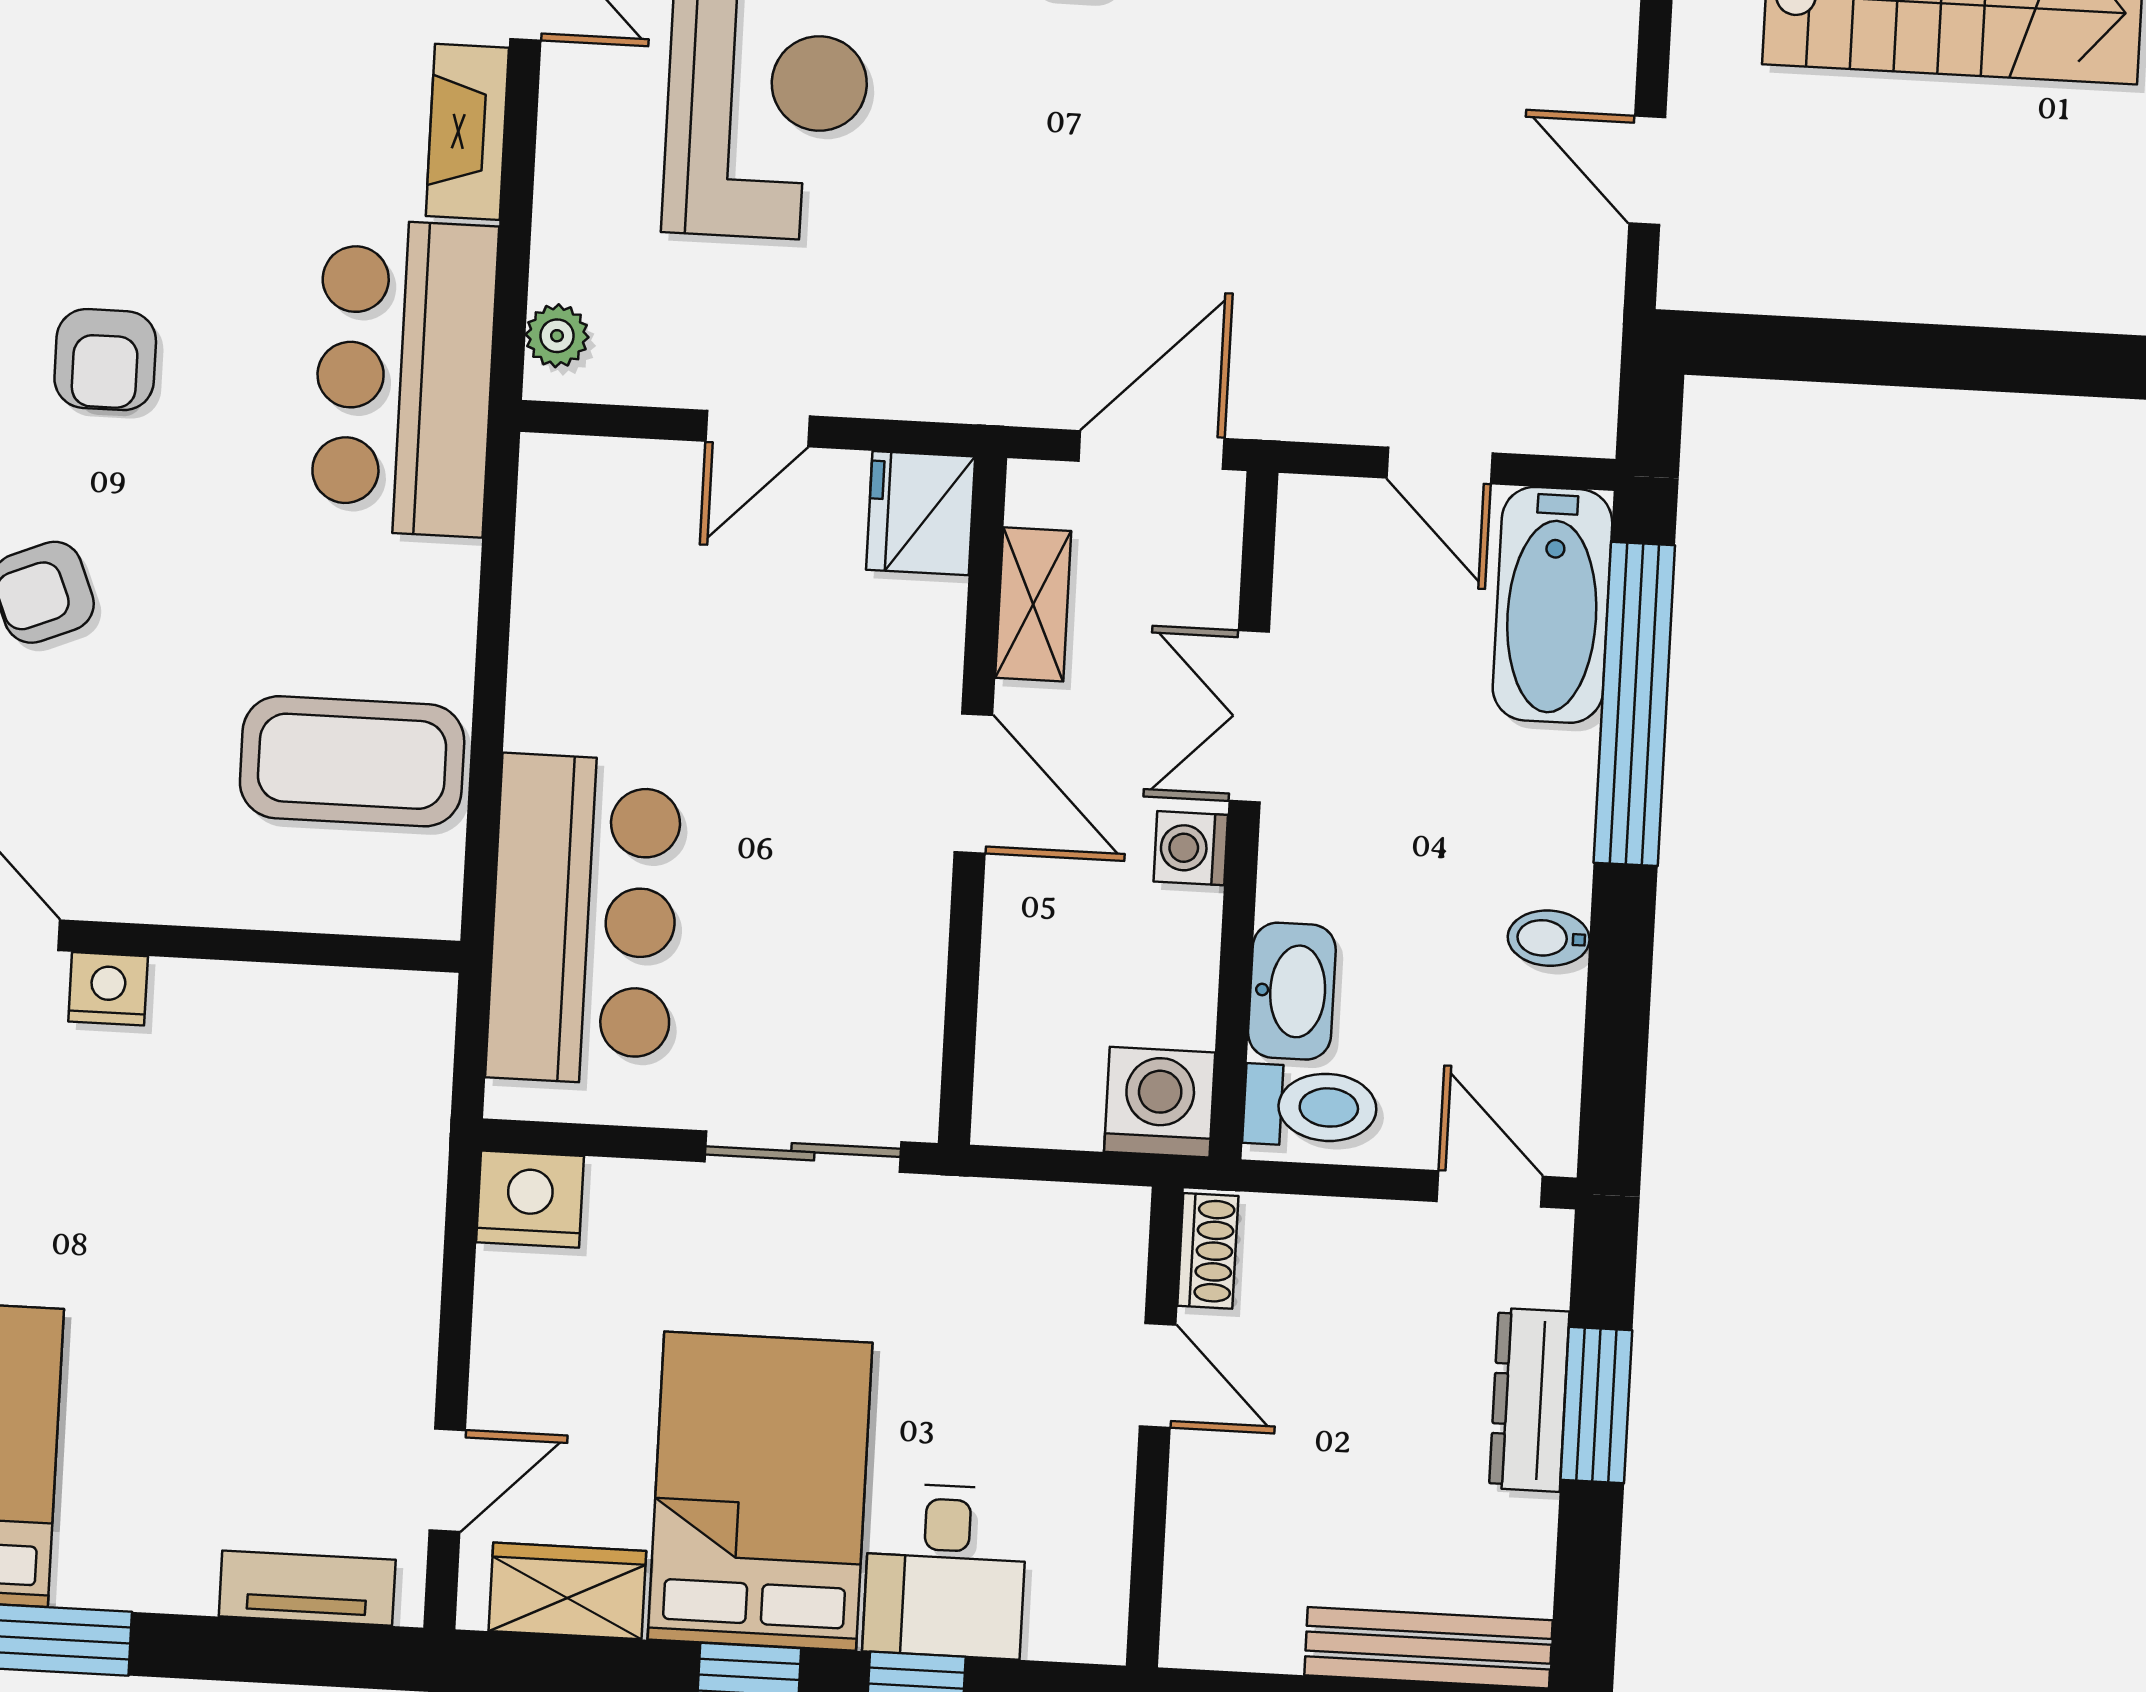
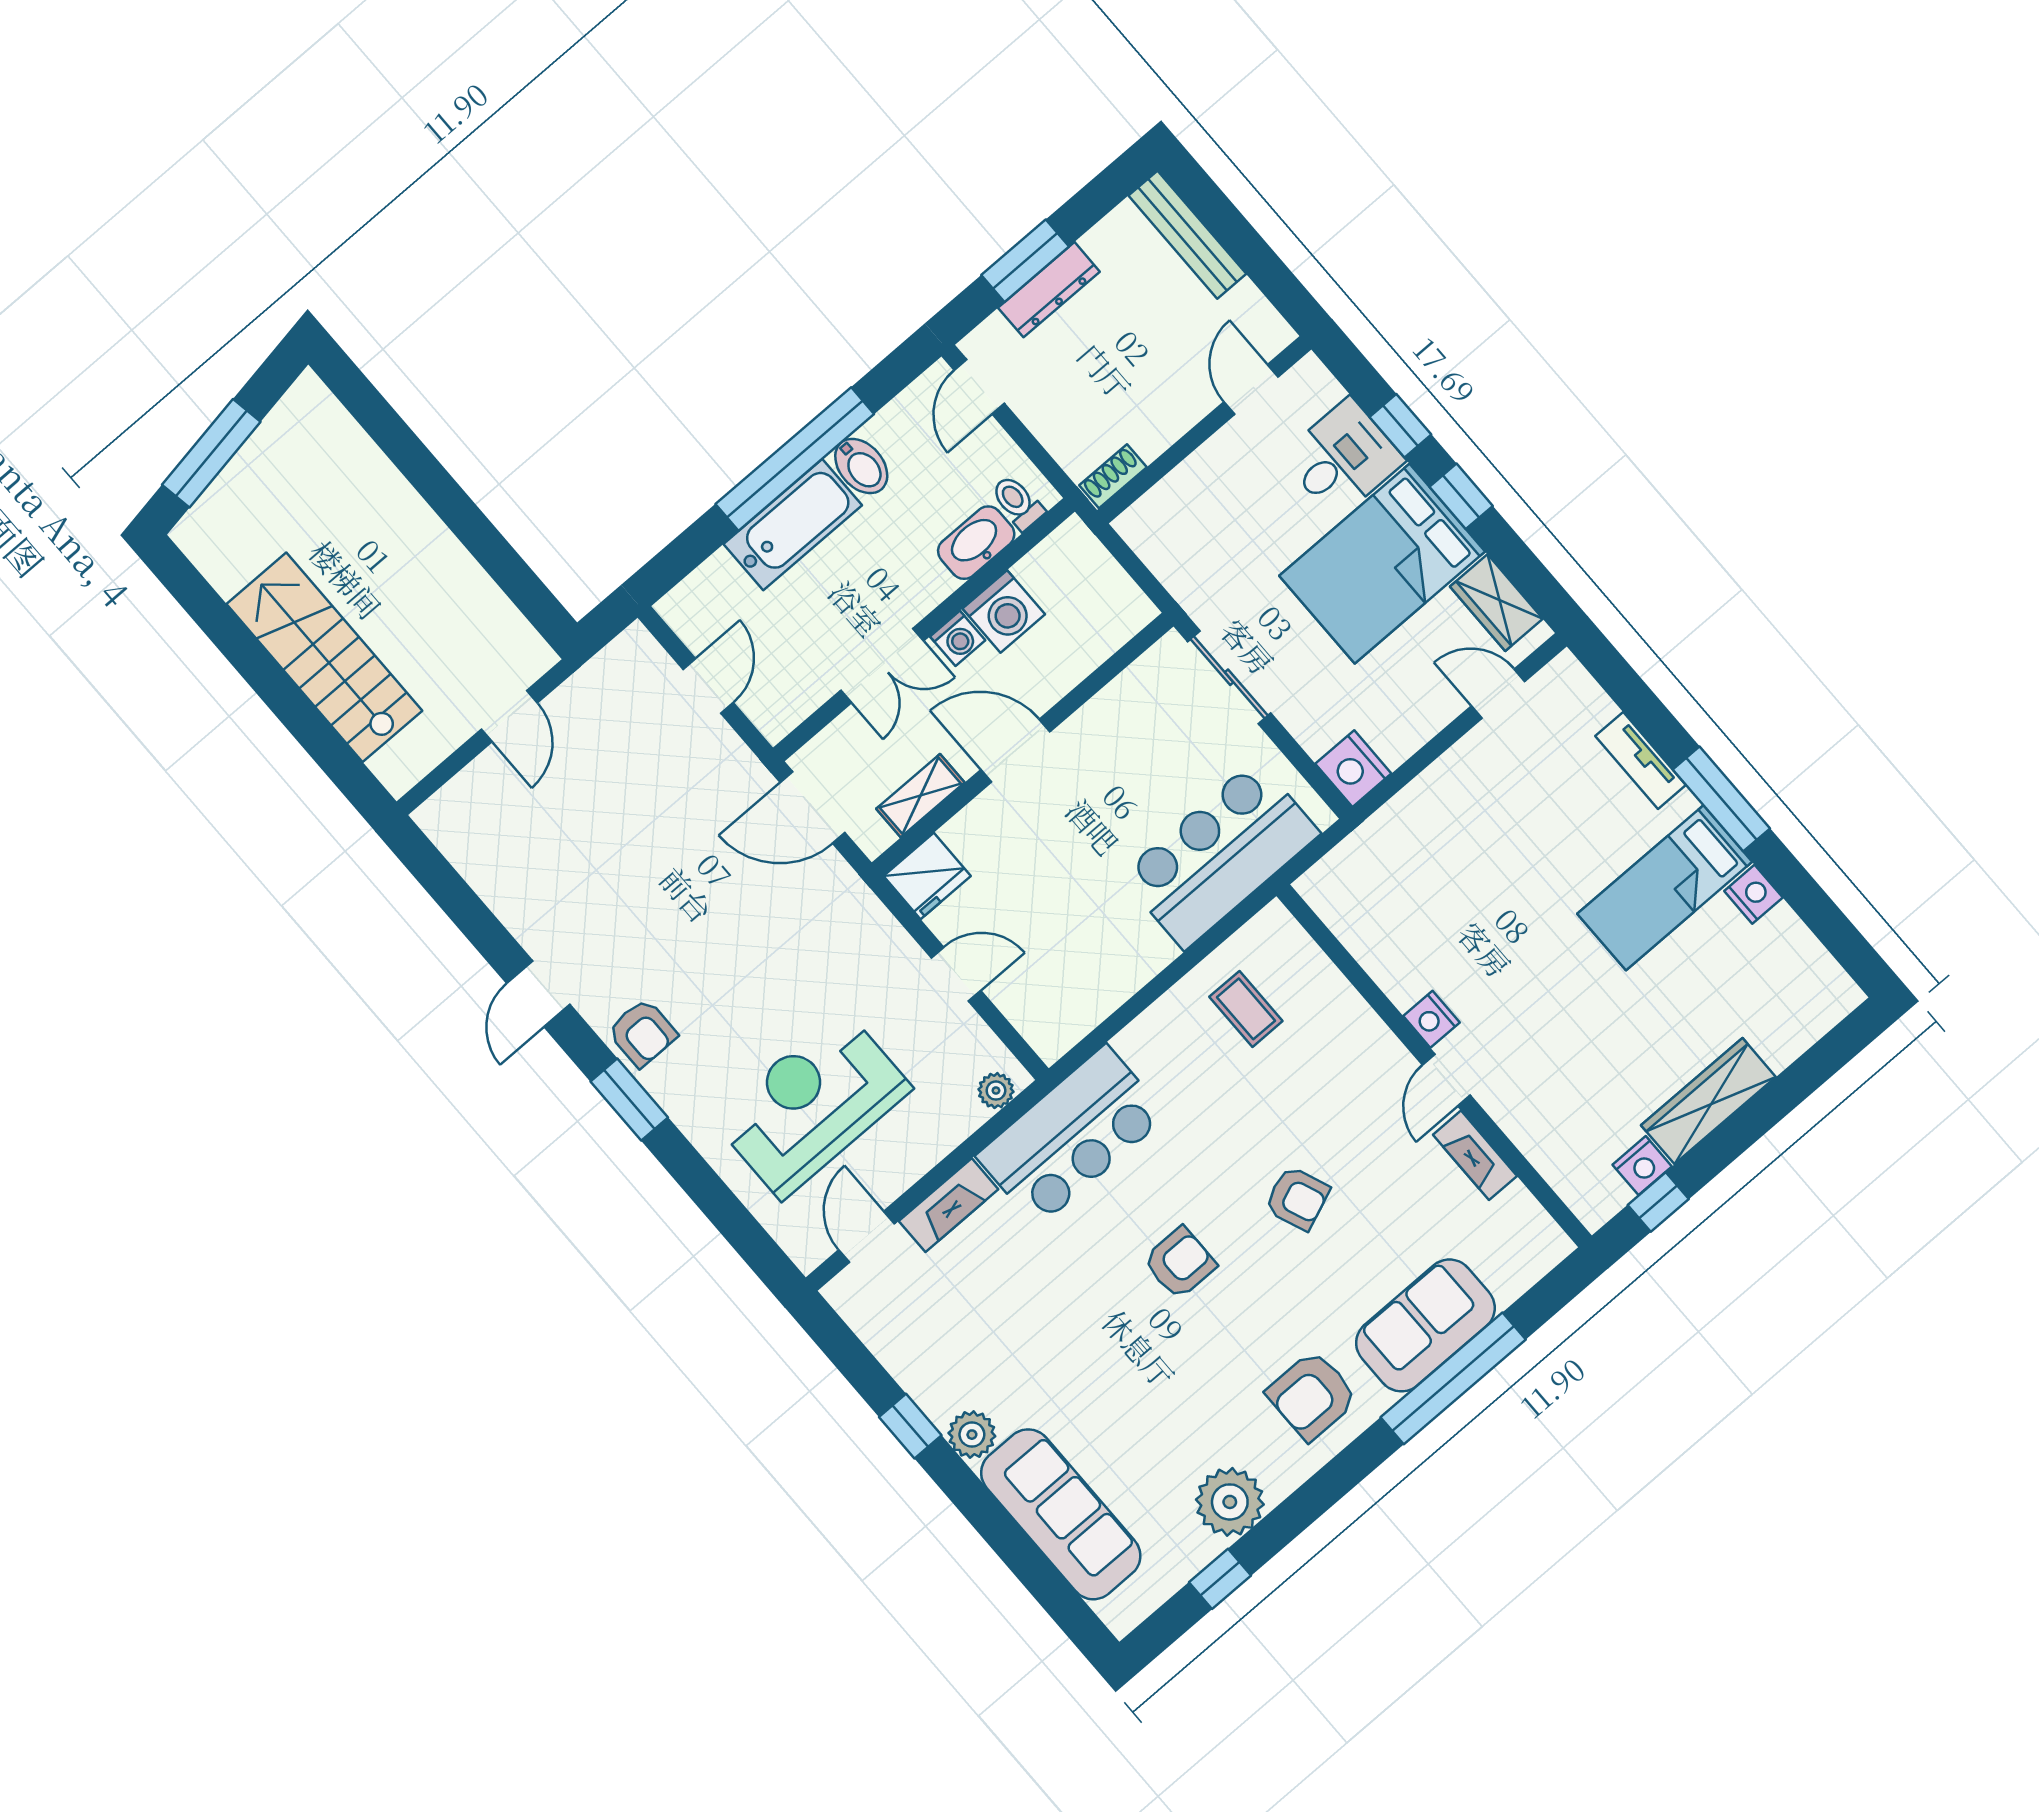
bathtub: (1552, 605) -> (793, 525), moved
window: (1634, 704) -> (795, 459), moved
coffee table: (352, 761) -> (1246, 1009), width x0.54, depth x0.58
door: (973, 783) -> (1015, 751), hinge flipped
bidet: (1549, 938) -> (861, 466), width x1.38, depth x1.36
washing machine: (1160, 1102) -> (1004, 611), moved, turned -90
toilet: (1310, 1106) -> (1017, 502), width x0.73, depth x0.72
door: (1158, 1375) -> (1251, 389), moved
tv unit: (307, 1588) -> (1641, 761), moved

